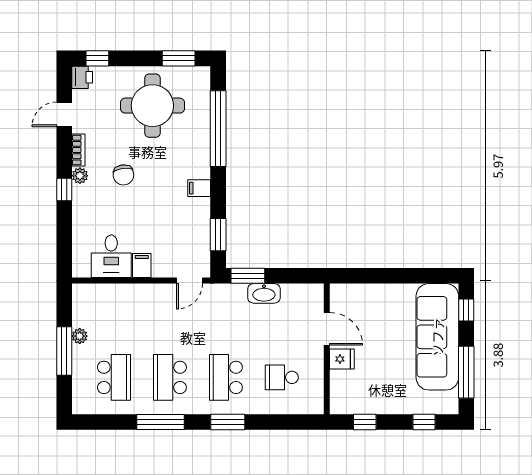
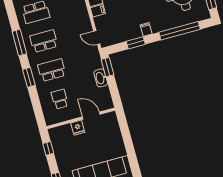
window: (218, 235) -> (136, 43), moved
door: (327, 329) -> (91, 116), swing flipped

